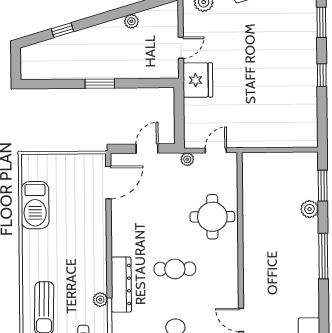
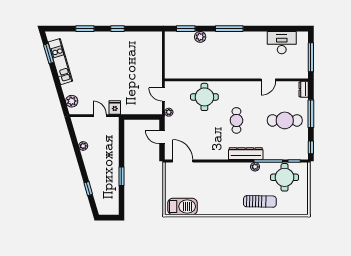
fridge: (198, 80) -> (115, 107), width x0.53, depth x0.75
window: (100, 84) -> (121, 176), moved
barbecue: (35, 205) -> (182, 206), moved

